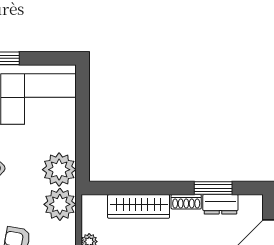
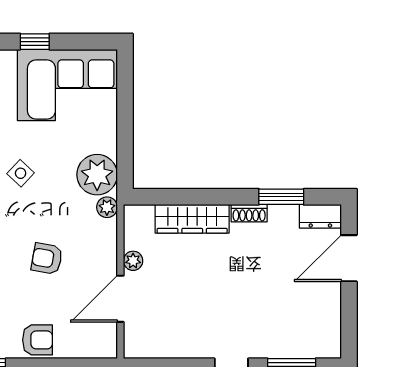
plant: (60, 204) -> (107, 207), width x0.53, depth x0.53
dresser: (220, 204) -> (320, 216), moved

